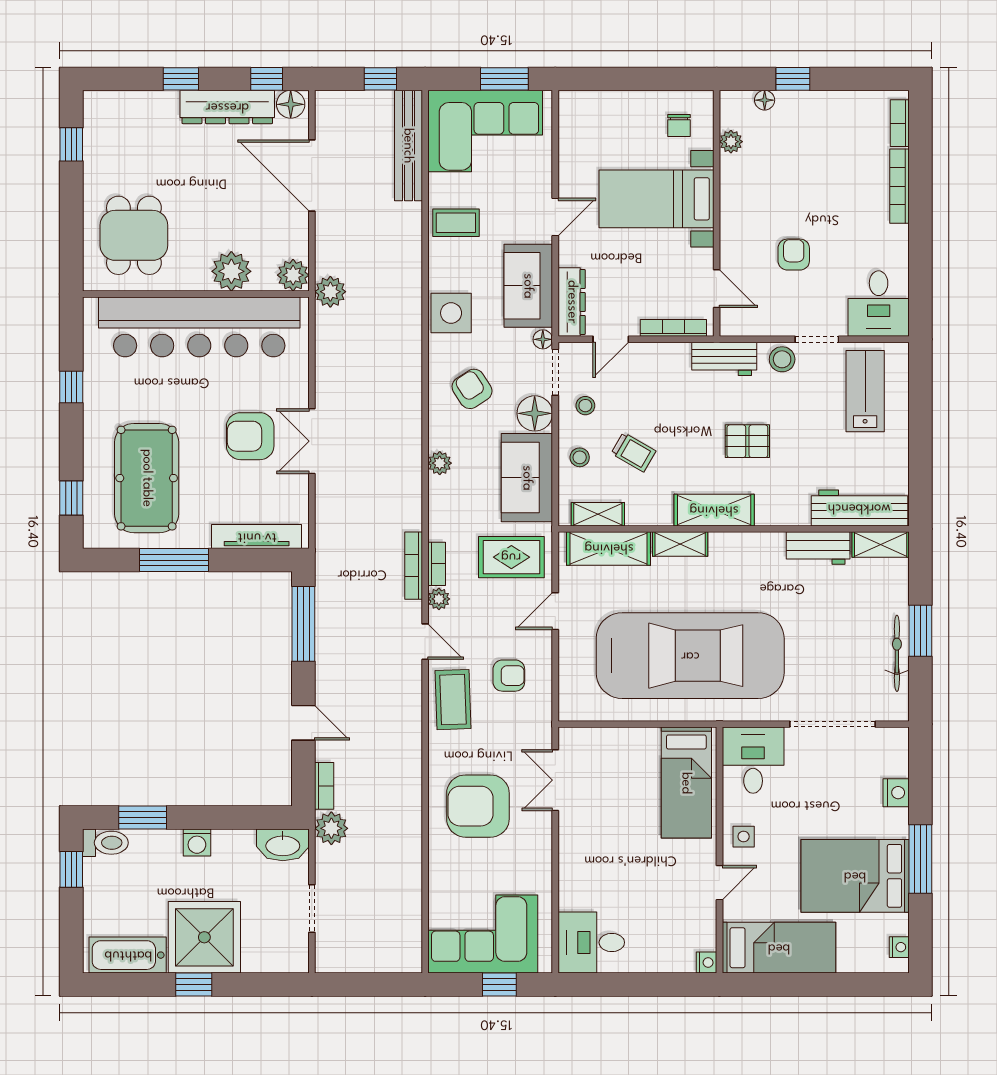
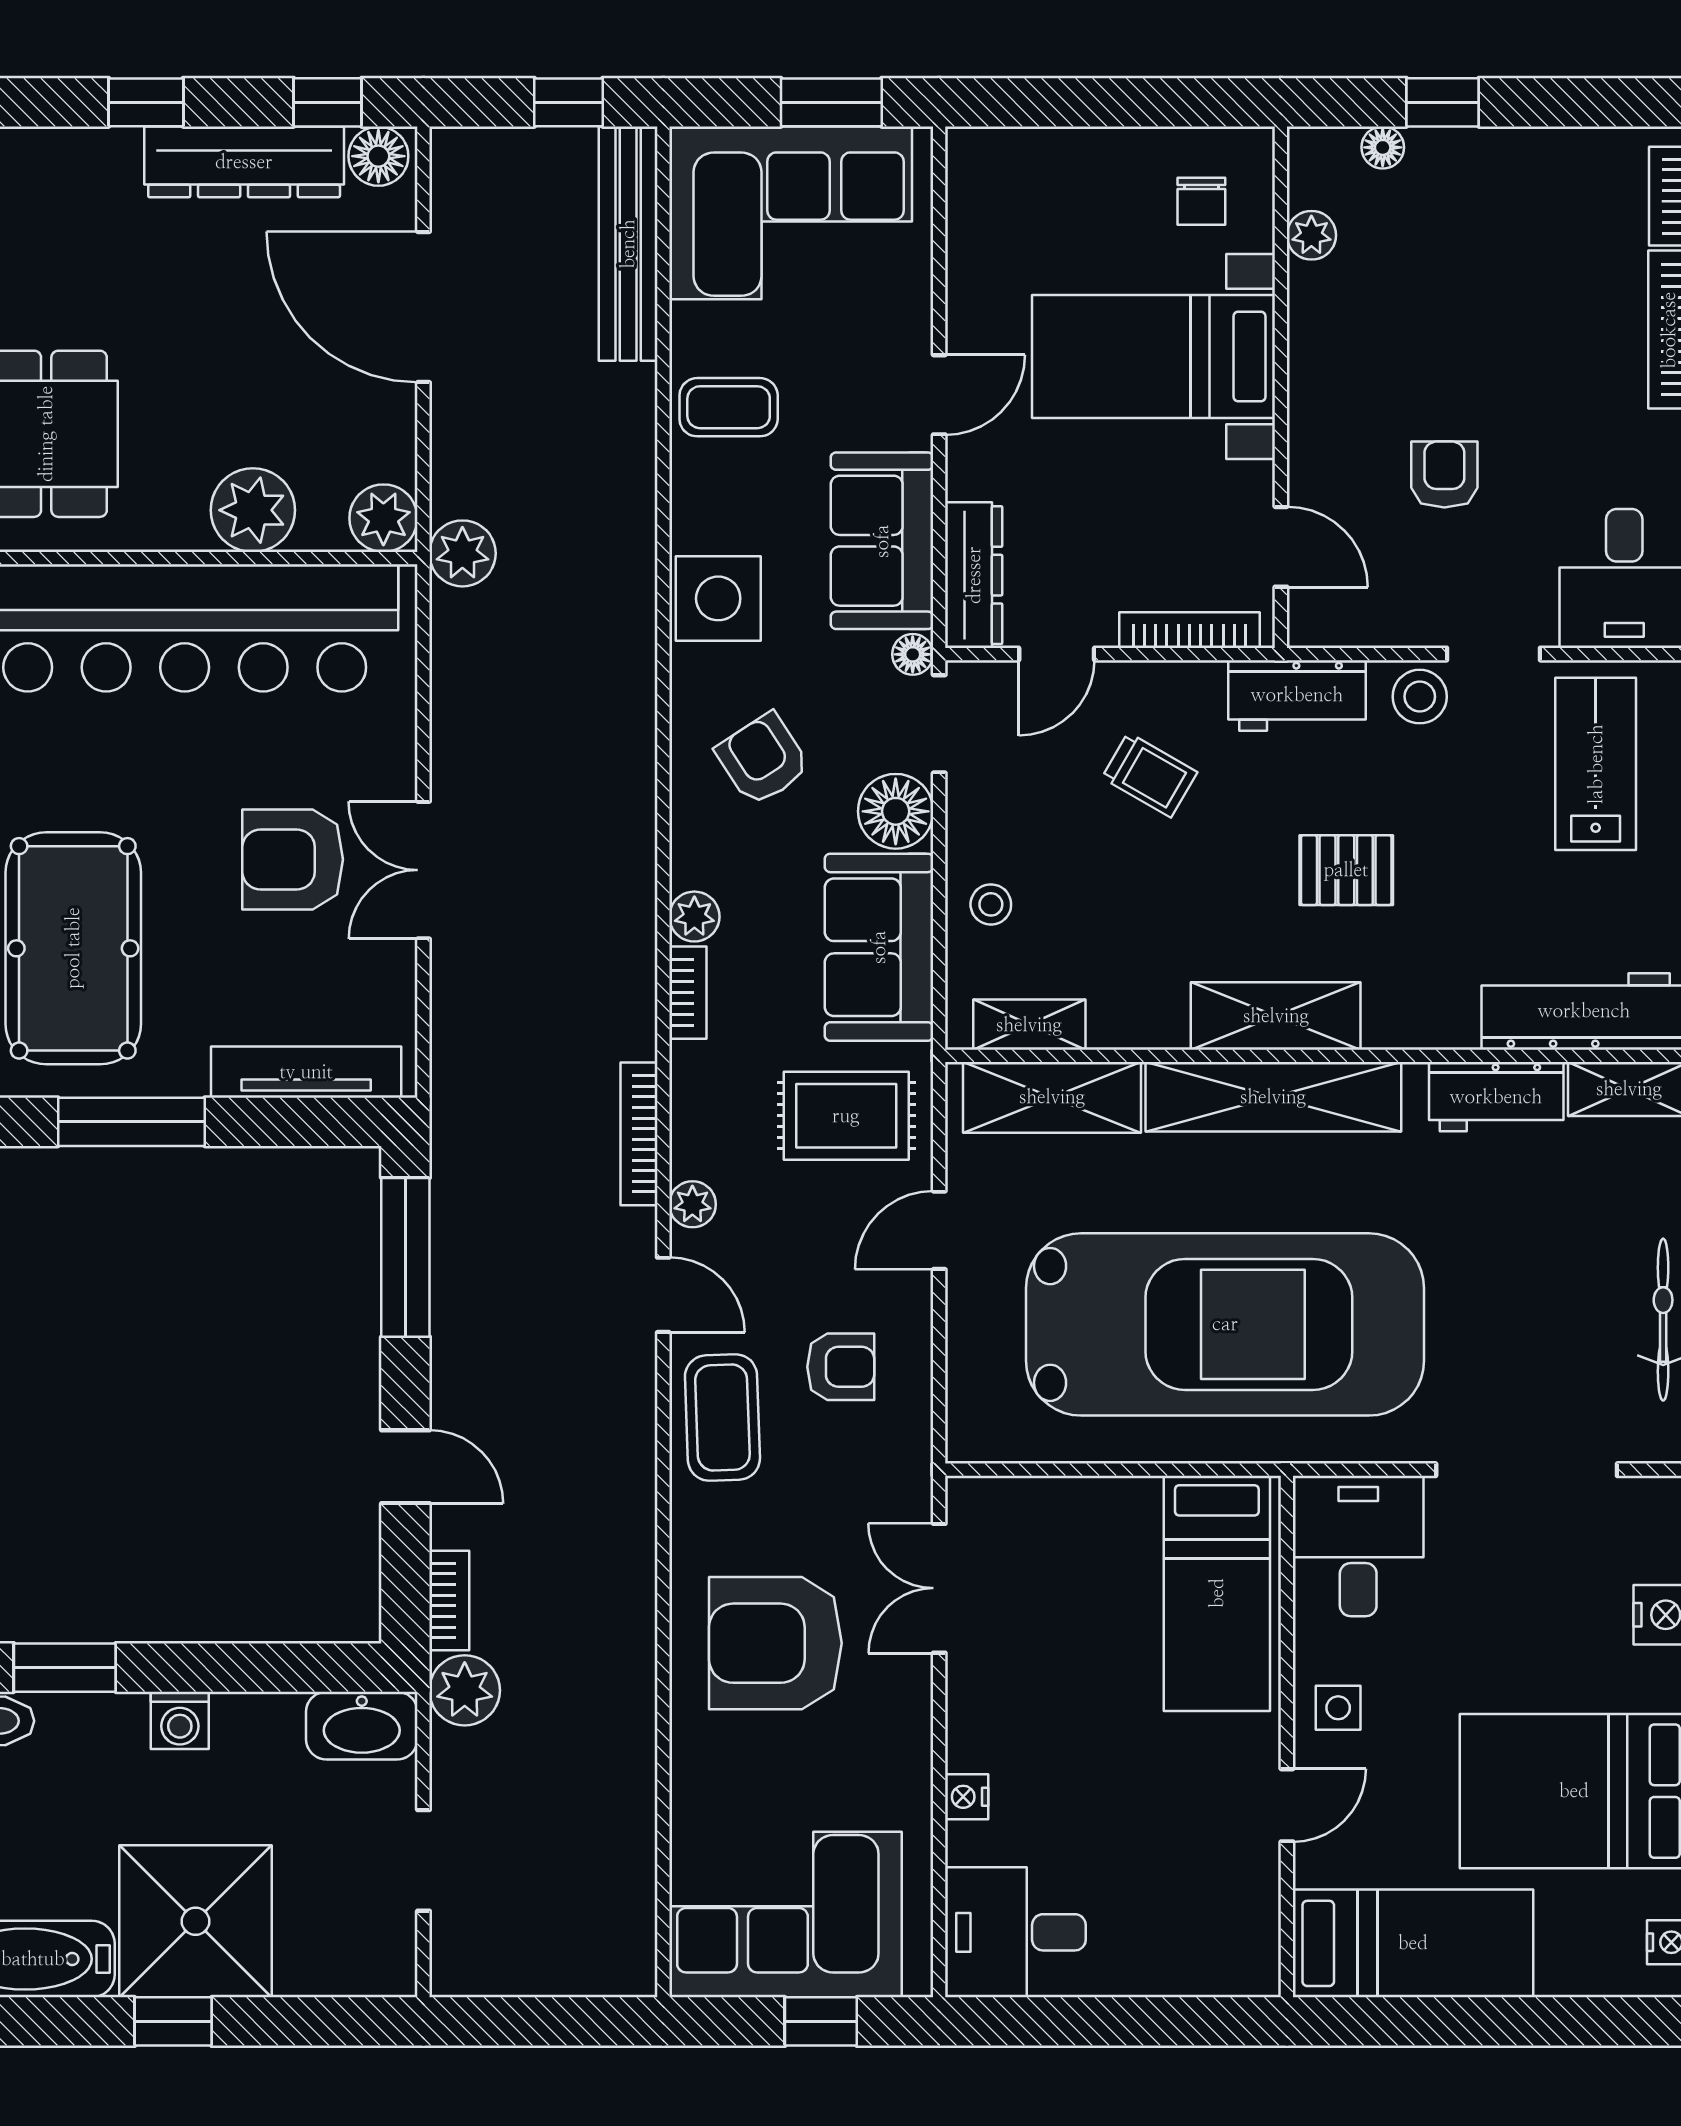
stool: (585, 406) -> (1003, 795), removed
trolley: (633, 452) -> (1150, 775), moved
shelving: (680, 544) -> (1273, 1097), width x2.20, depth x1.33
bookcase: (437, 564) -> (688, 993), moved
nightstand: (706, 963) -> (967, 1797), moved, turned 180

